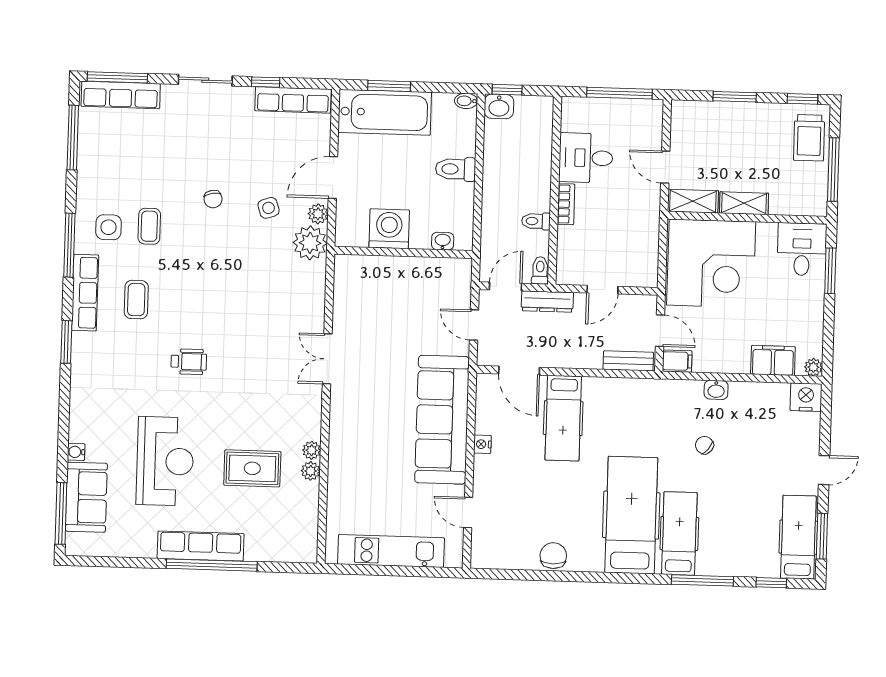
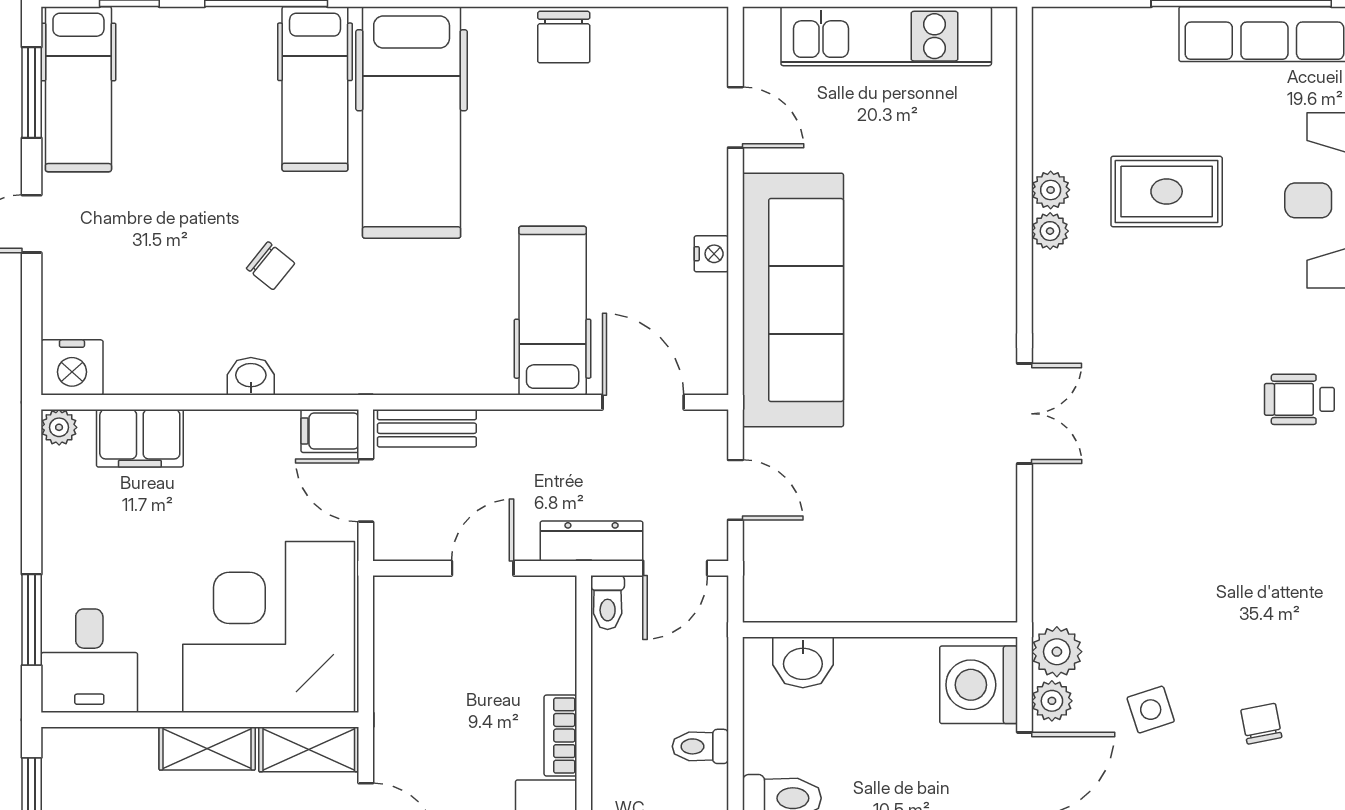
toilet: (536, 221) -> (700, 746), moved, turned 180
washing machine: (389, 229) -> (979, 685), moved, turned 90
washbasin: (443, 241) -> (803, 662), width x1.38, depth x1.45
plant: (310, 243) -> (1057, 652), width x0.73, depth x0.73

